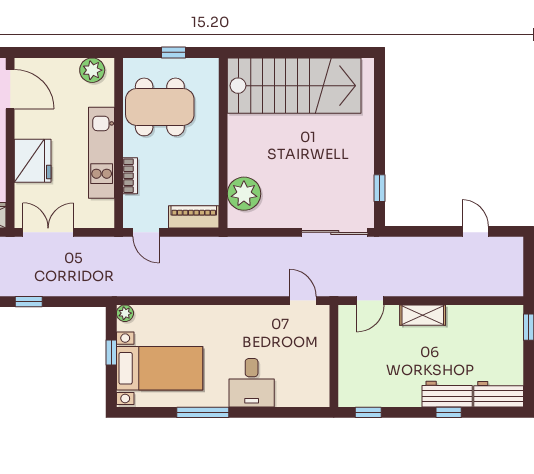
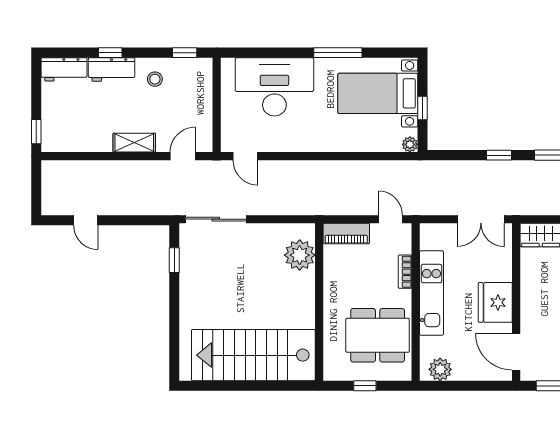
fridge: (33, 161) -> (495, 302), moved
desk: (252, 383) -> (274, 87), width x1.87, depth x1.30
stool: (400, 384) -> (155, 79), added

